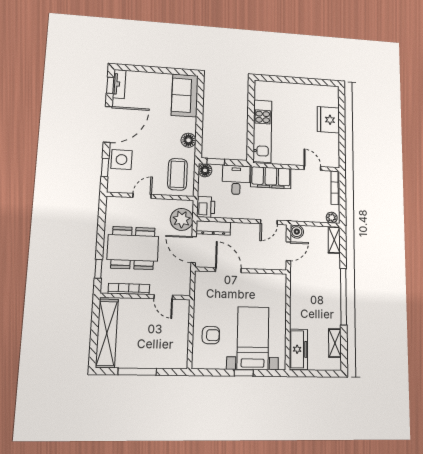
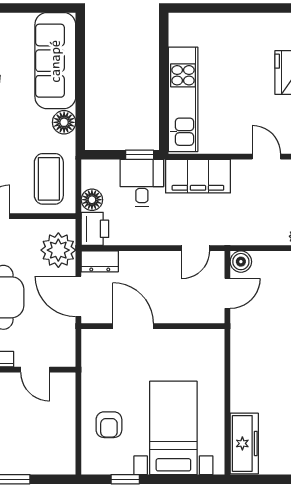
sofa: (185, 95) -> (55, 61), width x1.36
window: (216, 162) -> (140, 155), moved
floor lamp: (205, 170) -> (92, 200), moved
dresser: (213, 228) -> (100, 261), width x0.70
armchair: (211, 335) -> (109, 425), turned 90
window: (244, 373) -> (125, 479), moved

